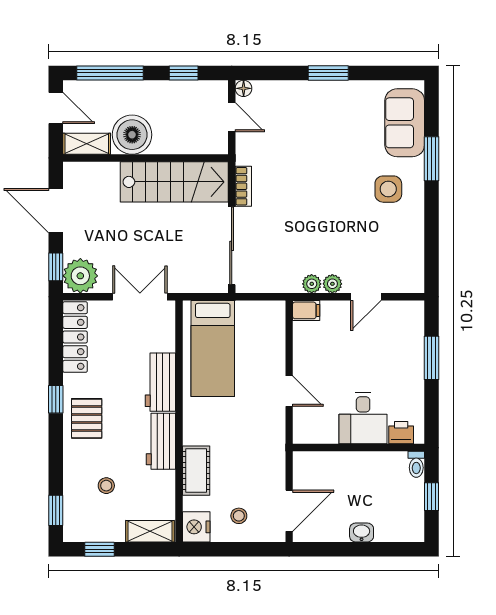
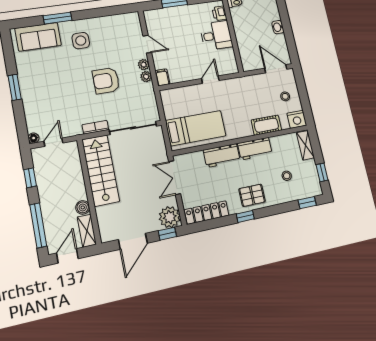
boiler: (132, 135) -> (83, 207), width x0.54, depth x0.54
armchair: (316, 217) -> (106, 81), added

